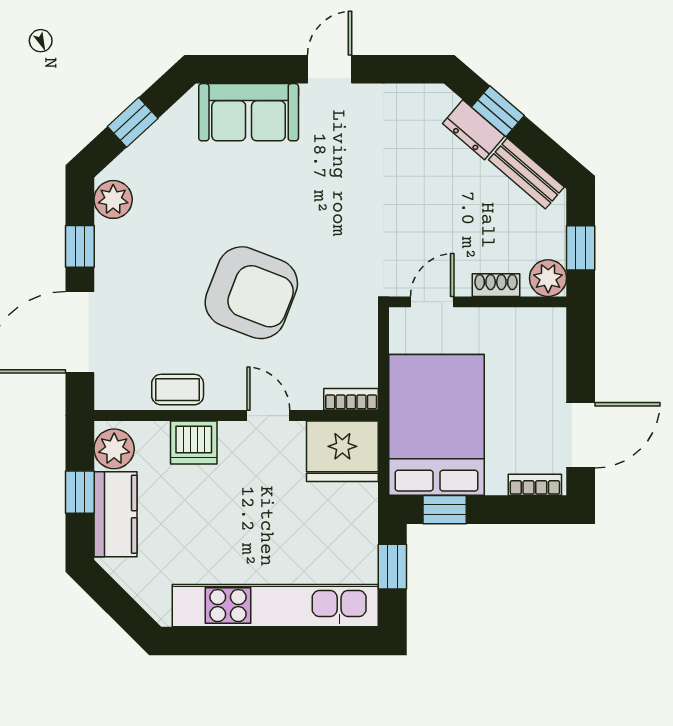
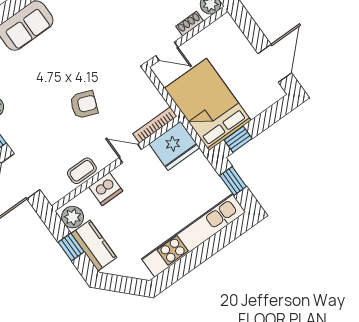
armchair: (251, 293) -> (84, 105), width x0.53, depth x0.53
door: (432, 302) -> (167, 51), swing flipped
bookcase: (351, 399) -> (155, 125), width x1.56
bookcase: (535, 485) -> (270, 100), removed

